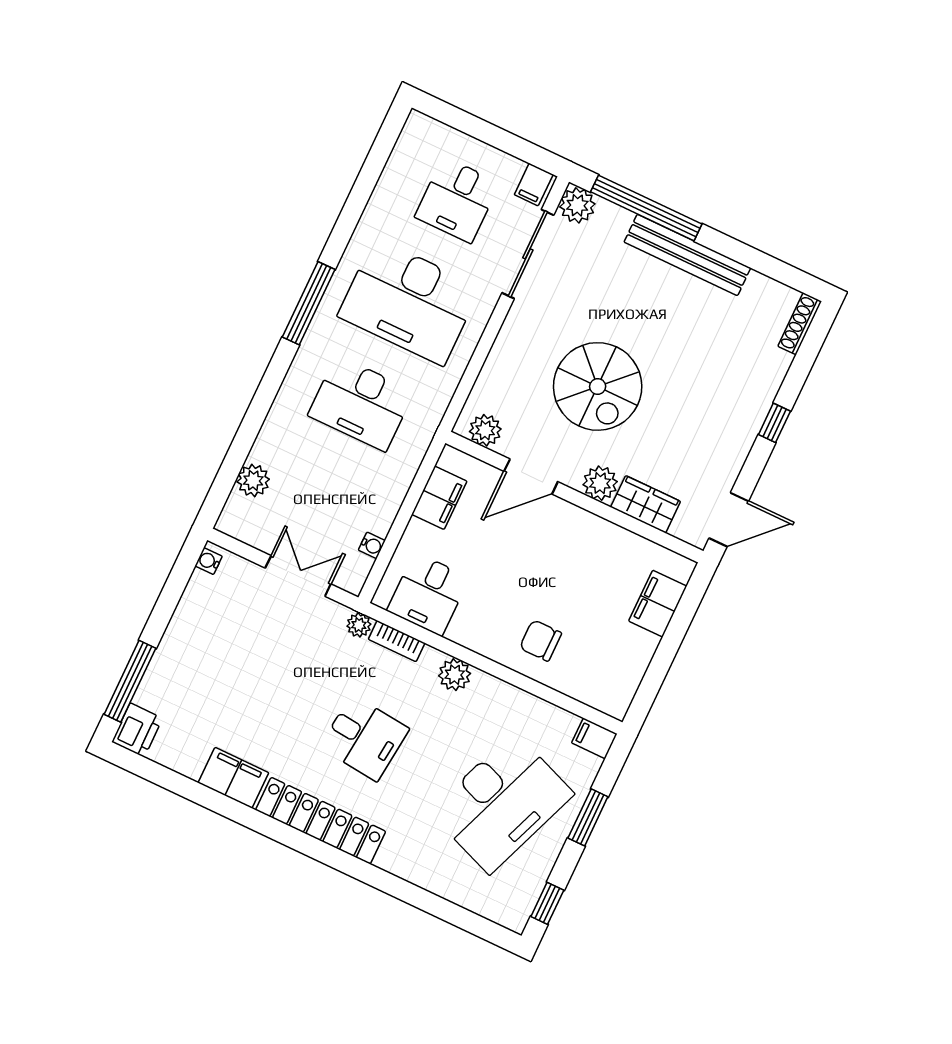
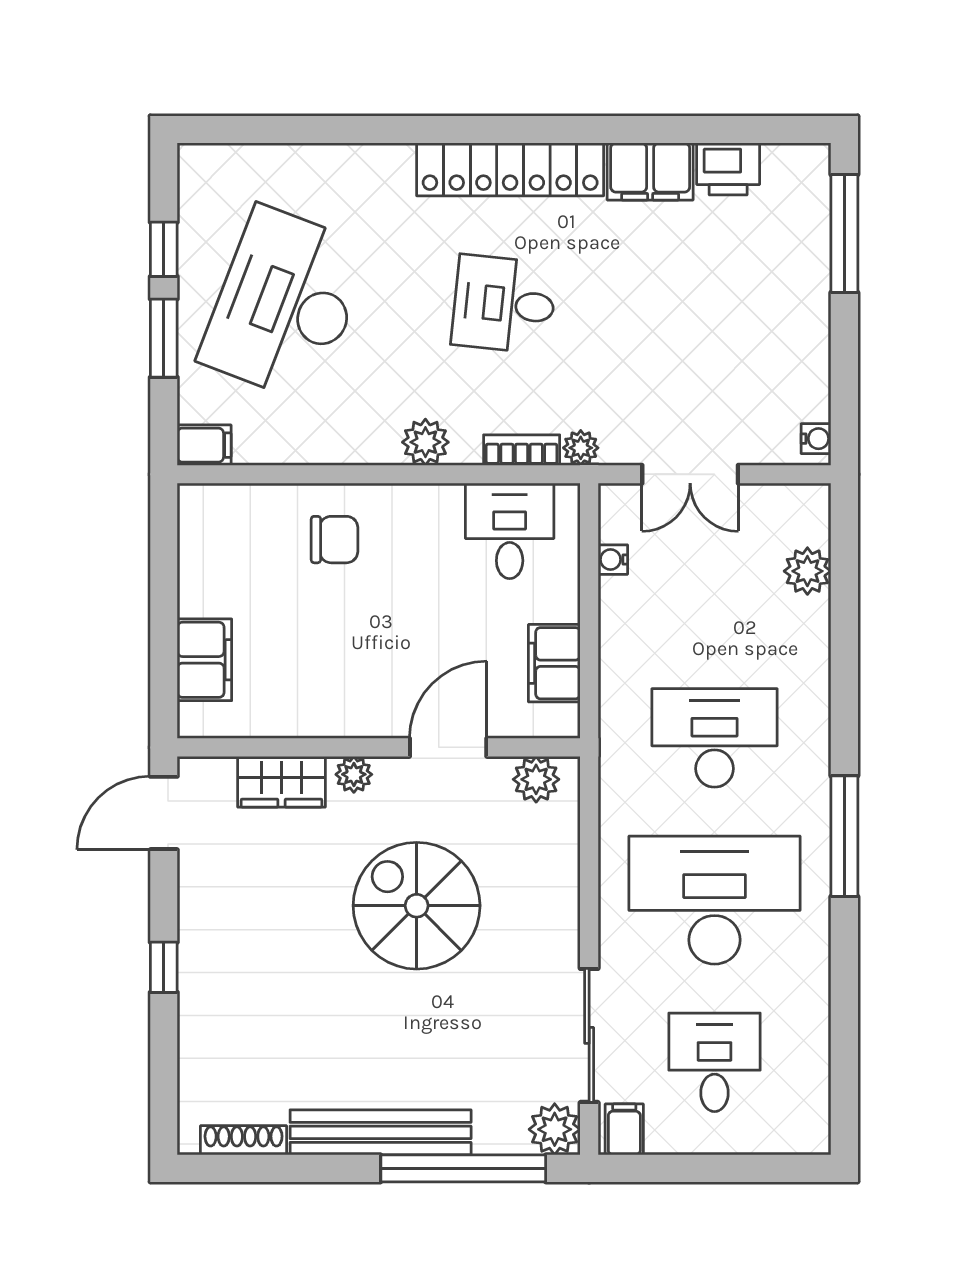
shoe rack: (800, 324) -> (244, 1140), moved, turned -90
plant: (600, 483) -> (354, 774), width x0.73, depth x0.73
printer: (137, 730) -> (728, 169), moved, turned -90
window: (547, 903) -> (164, 249), moved

